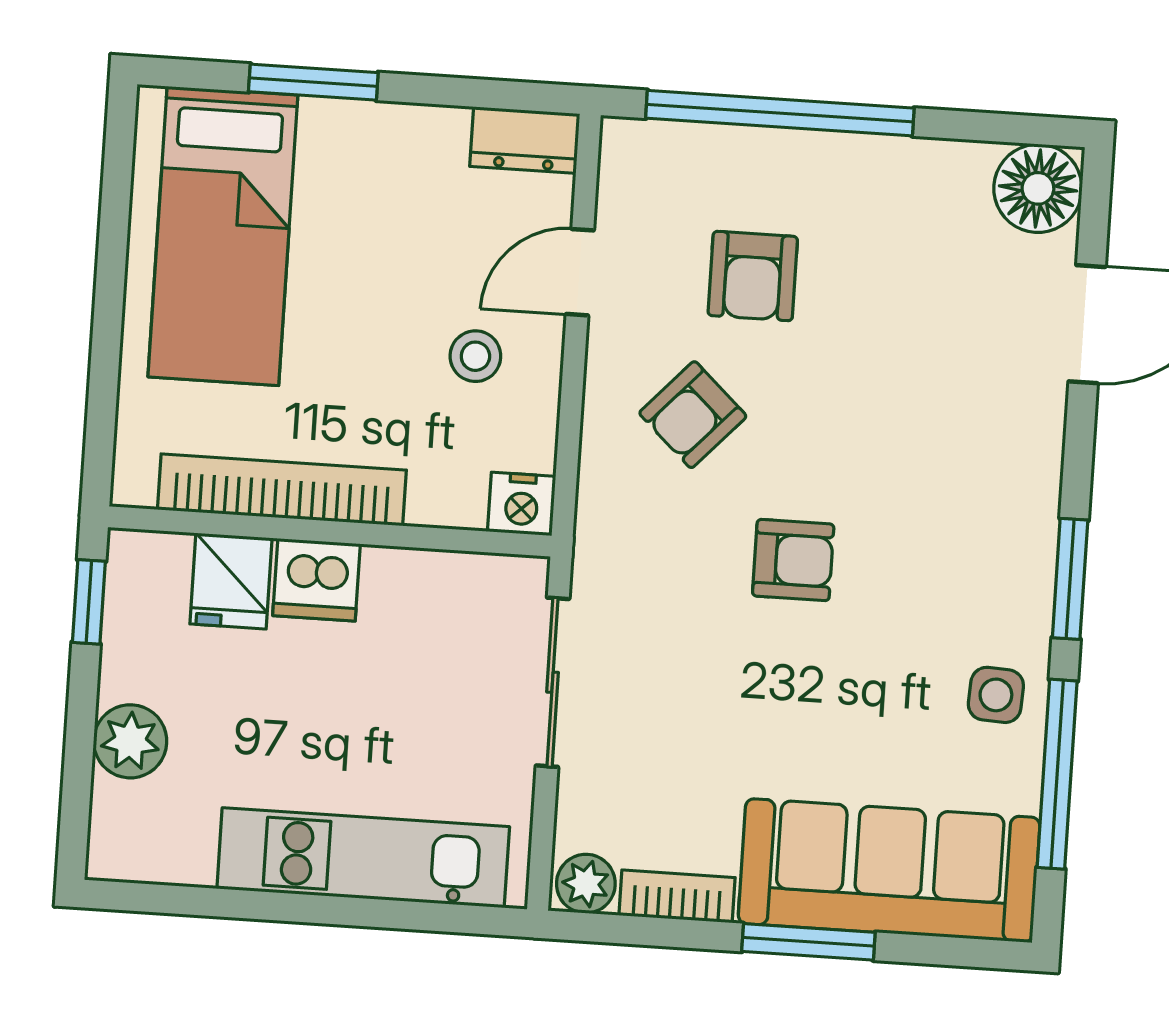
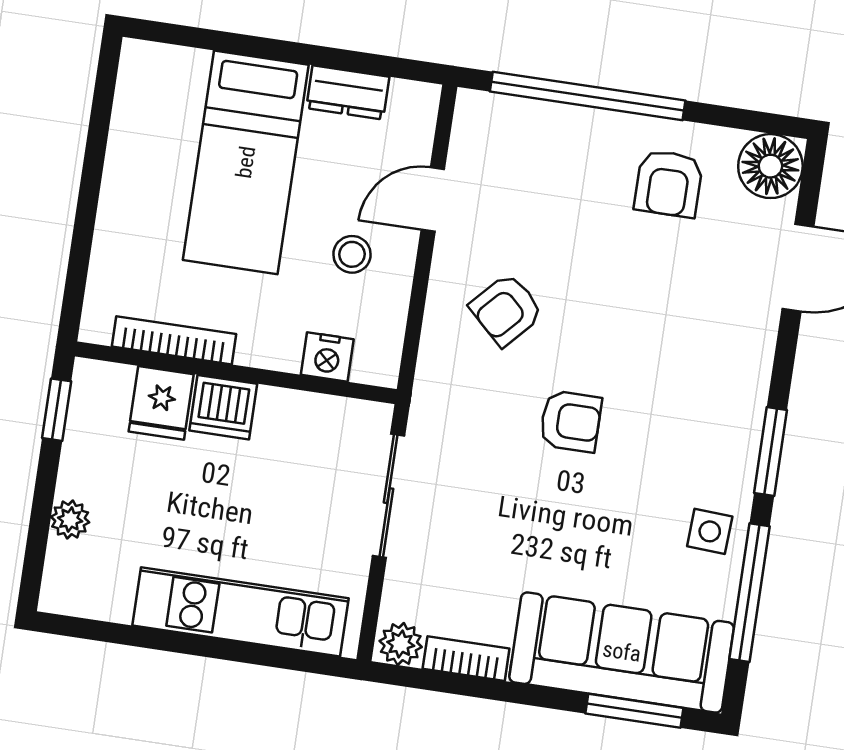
window: (313, 82) -> (251, 46), removed
dresser: (525, 140) -> (348, 92), moved
bed: (223, 236) -> (246, 162), moved
armchair: (753, 276) -> (668, 184), moved
bookcase: (282, 490) -> (174, 340), width x0.68, depth x0.76
nightstand: (522, 504) -> (327, 357), moved
plant: (130, 741) -> (70, 519), width x0.73, depth x0.73
window: (808, 942) -> (634, 711), moved

